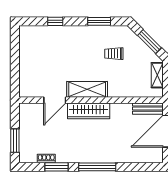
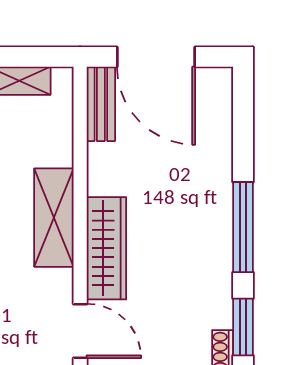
shelving: (87, 89) -> (54, 218), moved

